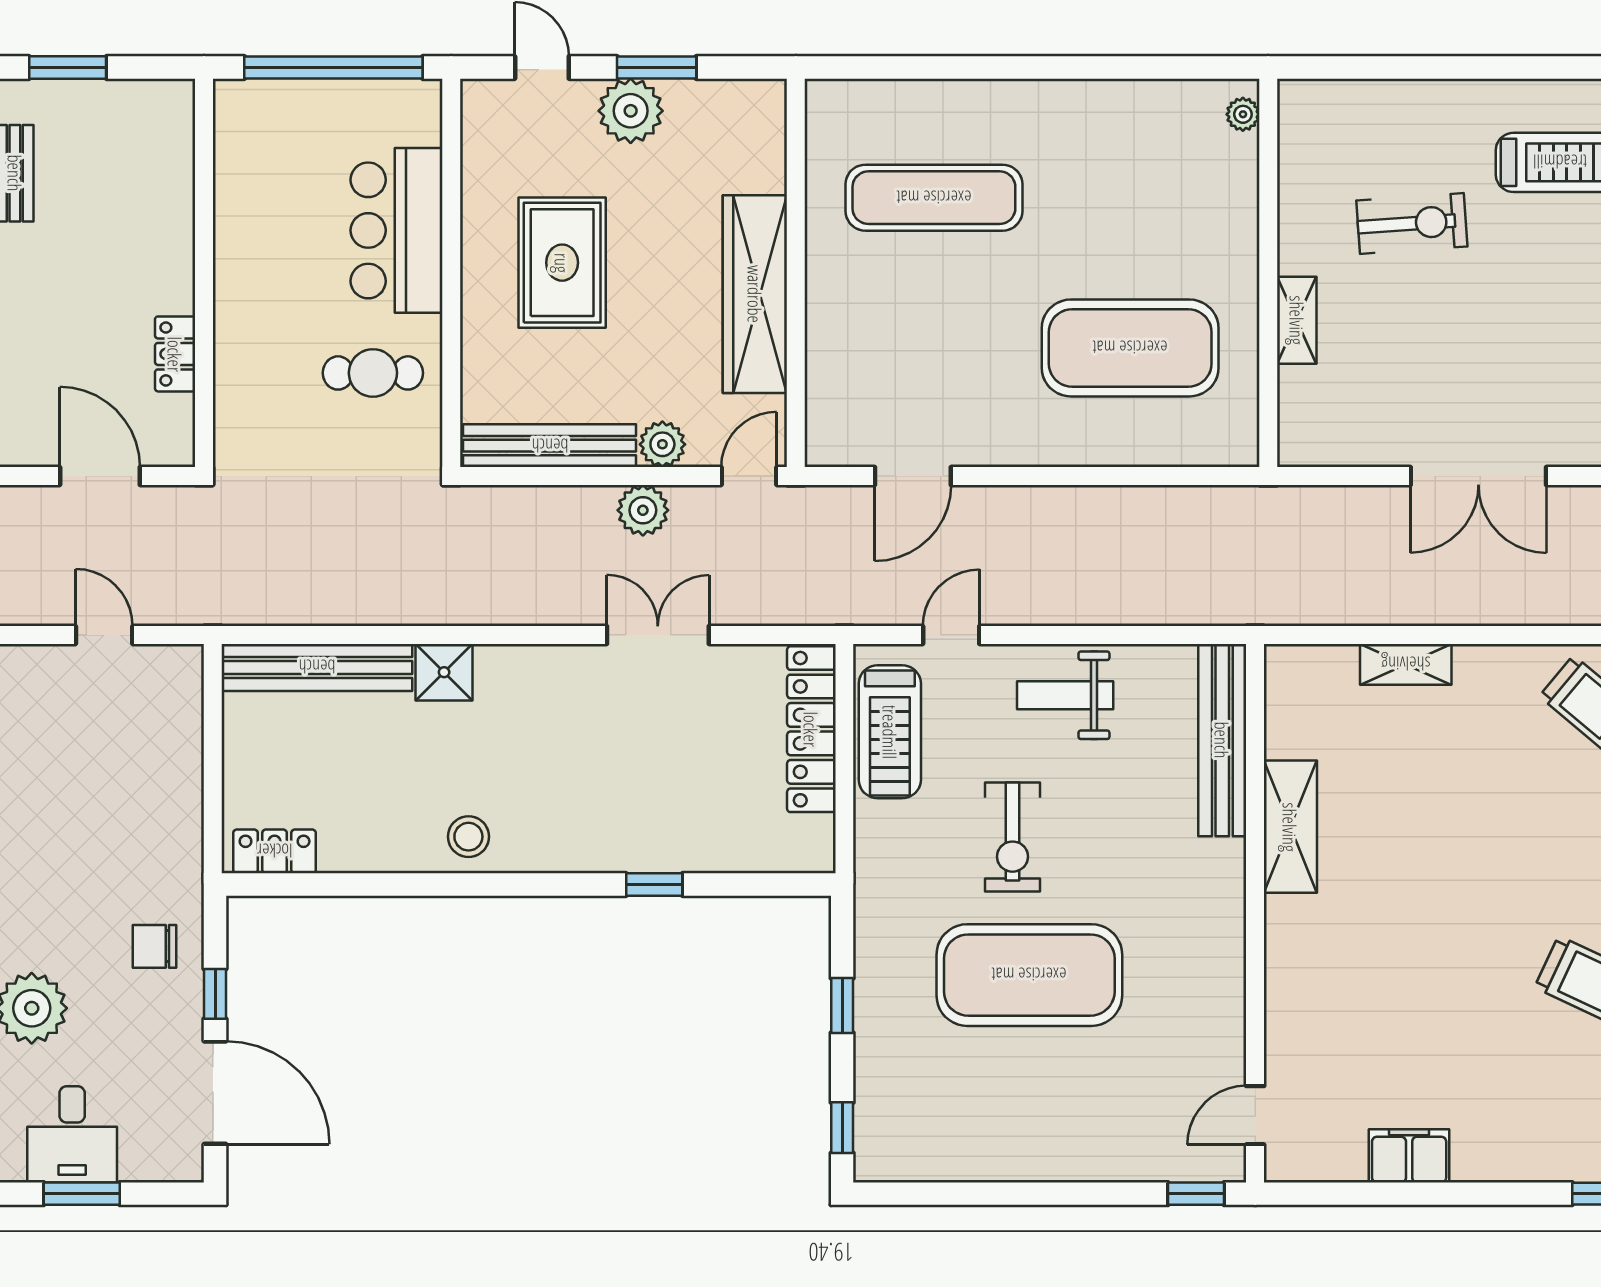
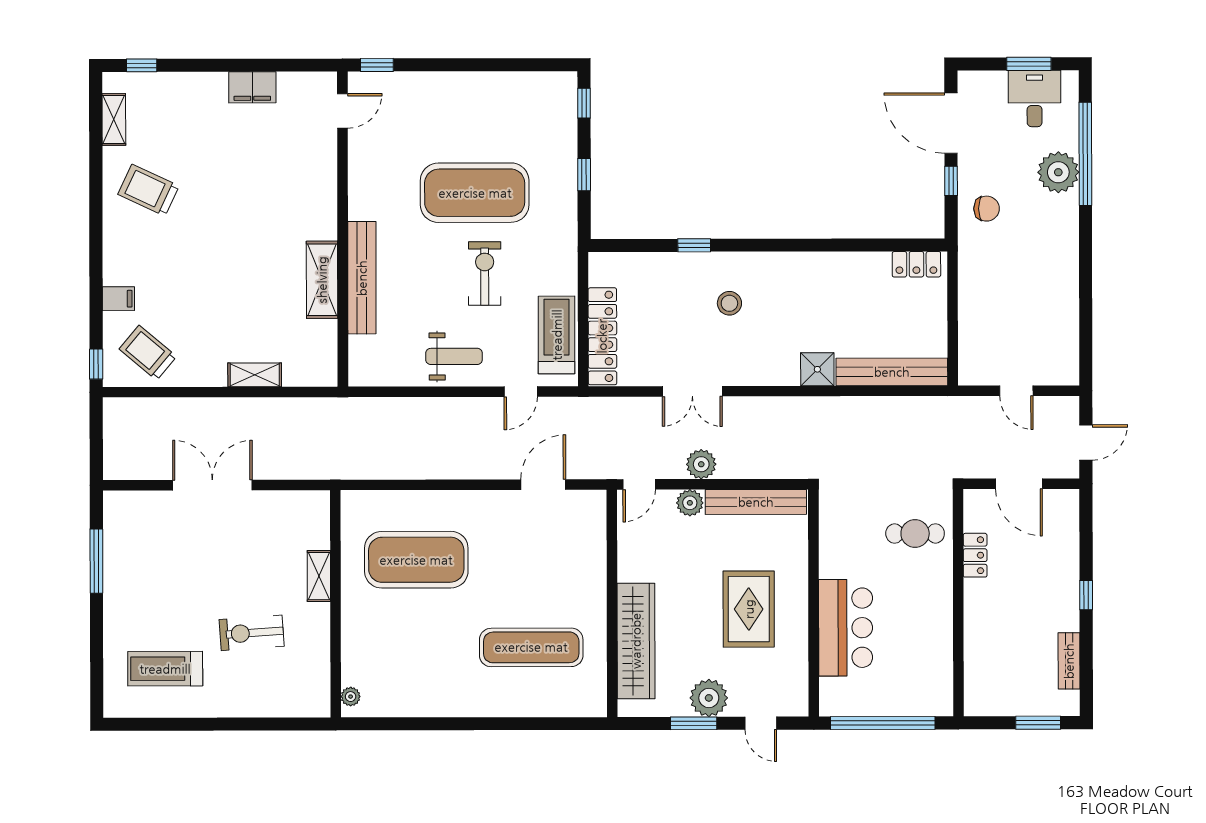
wardrobe: (755, 294) -> (636, 641), moved
cafe table: (373, 373) -> (915, 534), moved
bench: (1222, 740) -> (362, 278), moved
stool: (468, 837) -> (729, 303), moved

